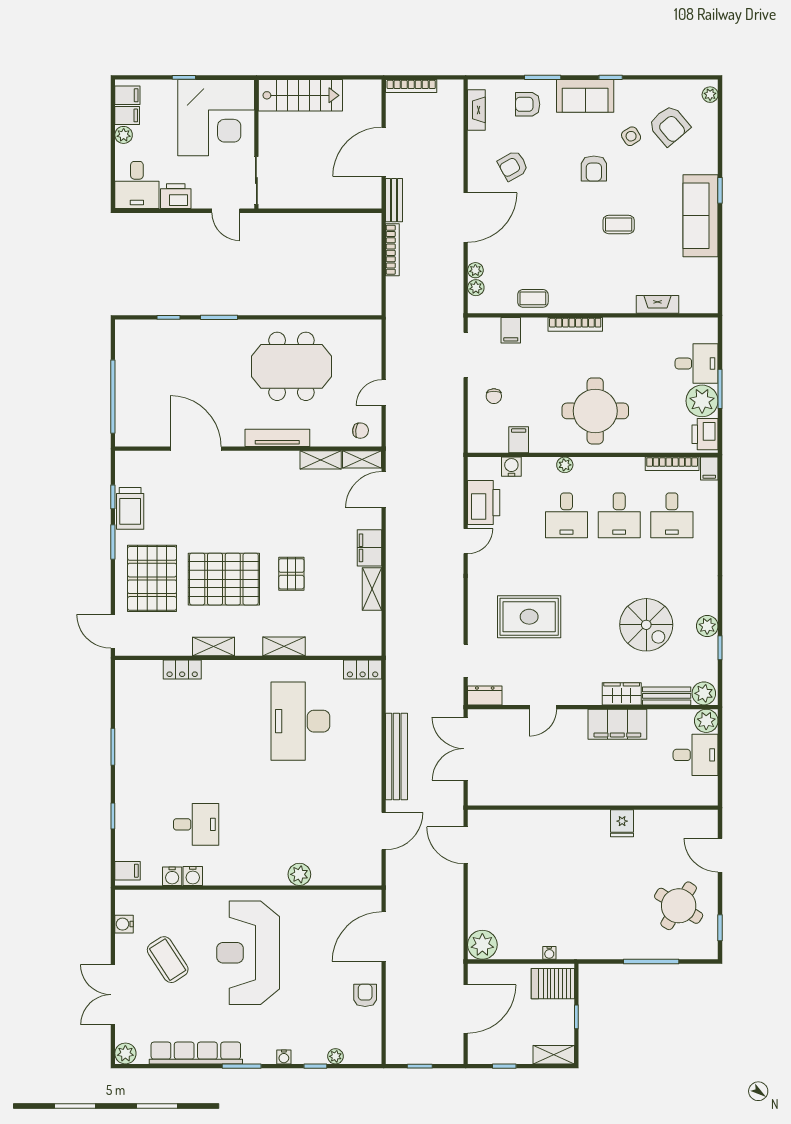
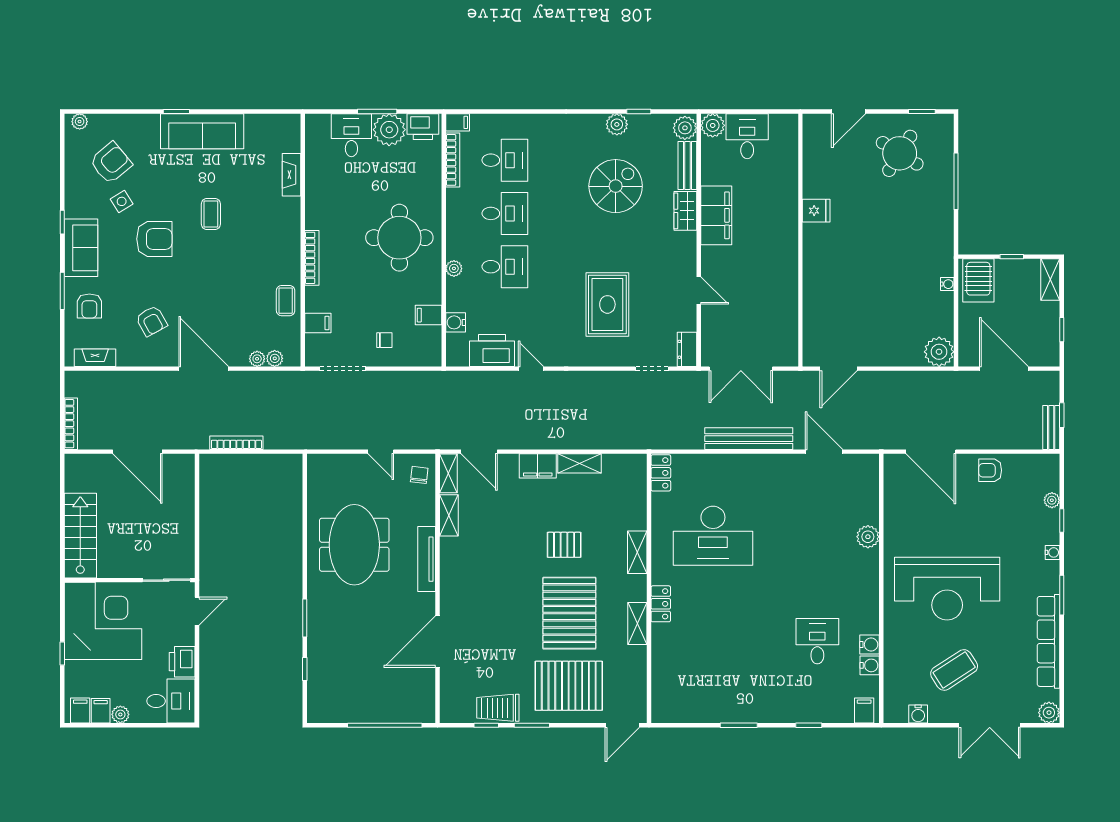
armchair: (594, 168) -> (154, 239), width x1.38, depth x1.38
bench: (394, 200) -> (1051, 427), moved, turned 90
trolley: (130, 508) -> (498, 708), turned 180
locker: (182, 669) -> (661, 604), moved

